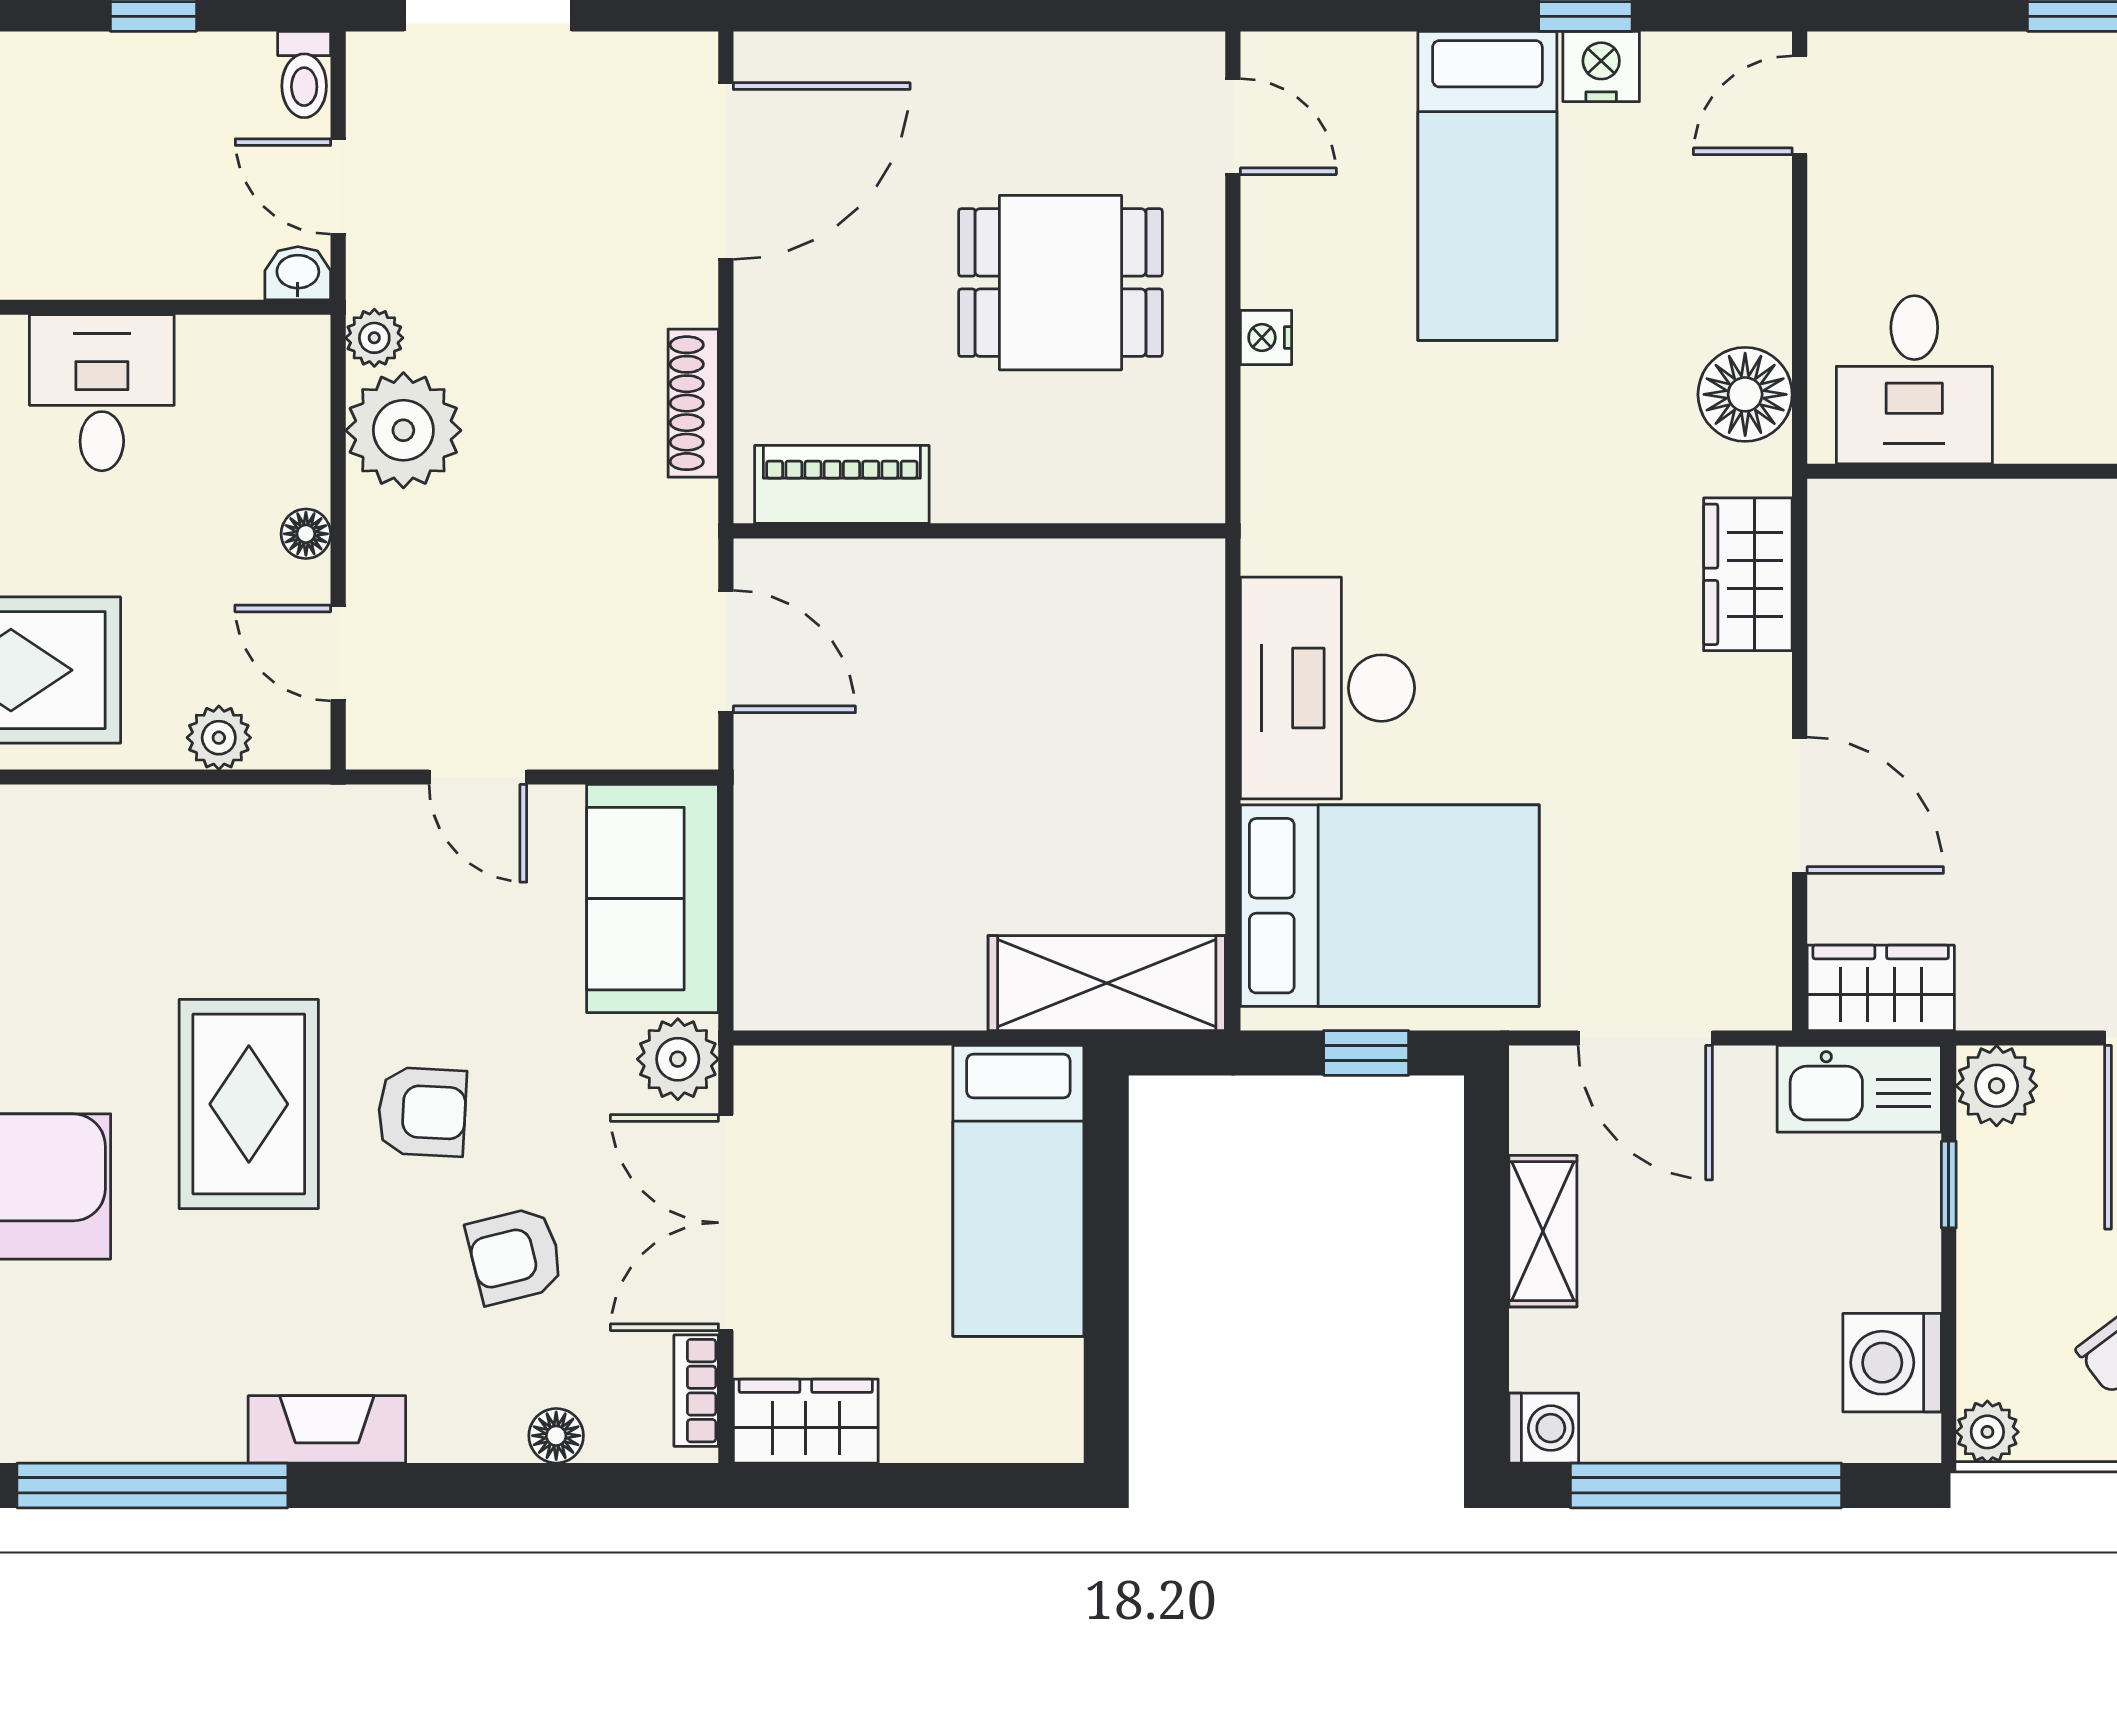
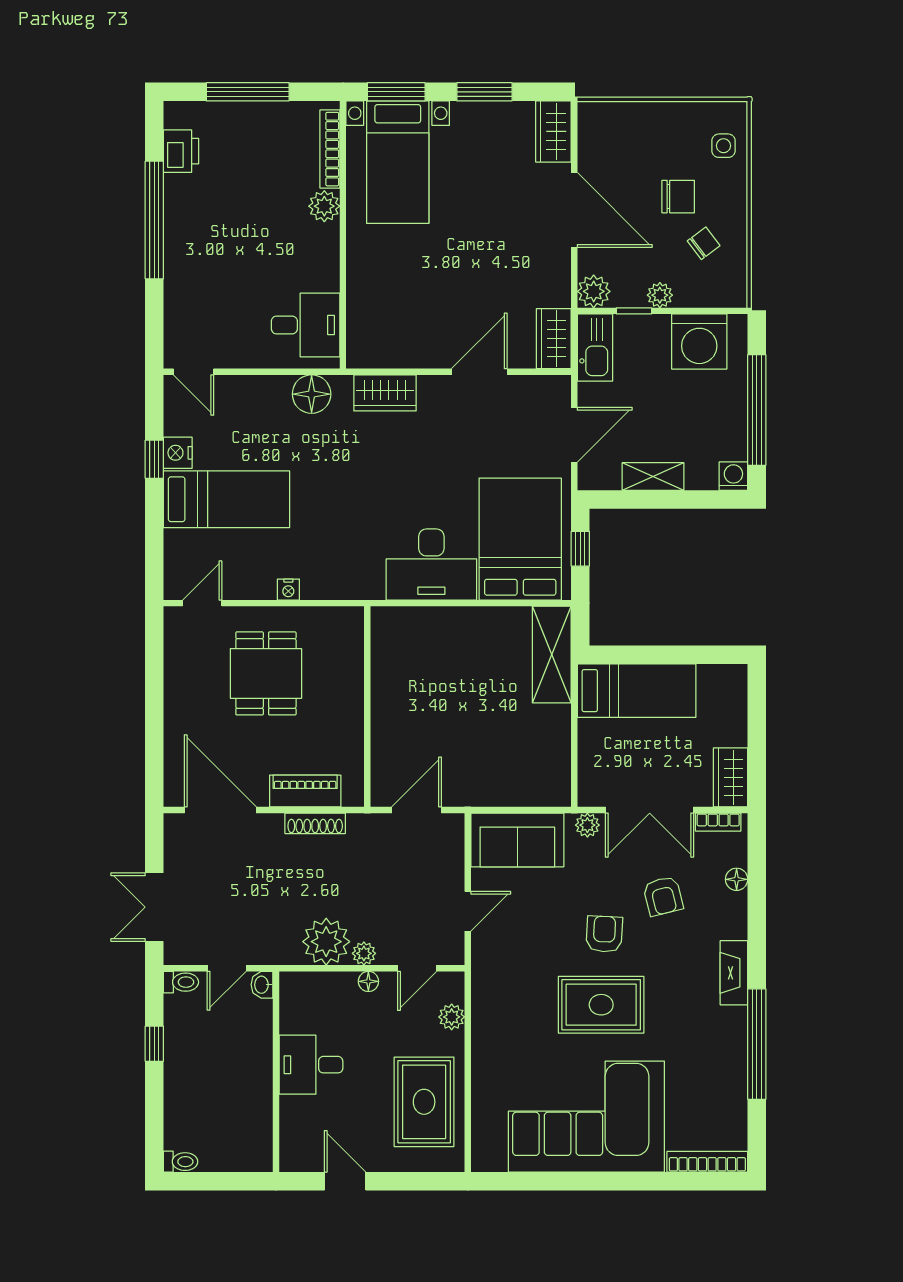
plant: (374, 338) -> (364, 953), moved
piano: (842, 484) -> (305, 791), moved, turned 90
plant: (678, 1059) -> (587, 825), width x0.73, depth x0.73
washing machine: (1892, 1363) -> (699, 342), width x1.37, depth x1.37
plant: (1987, 1432) -> (660, 295), moved

